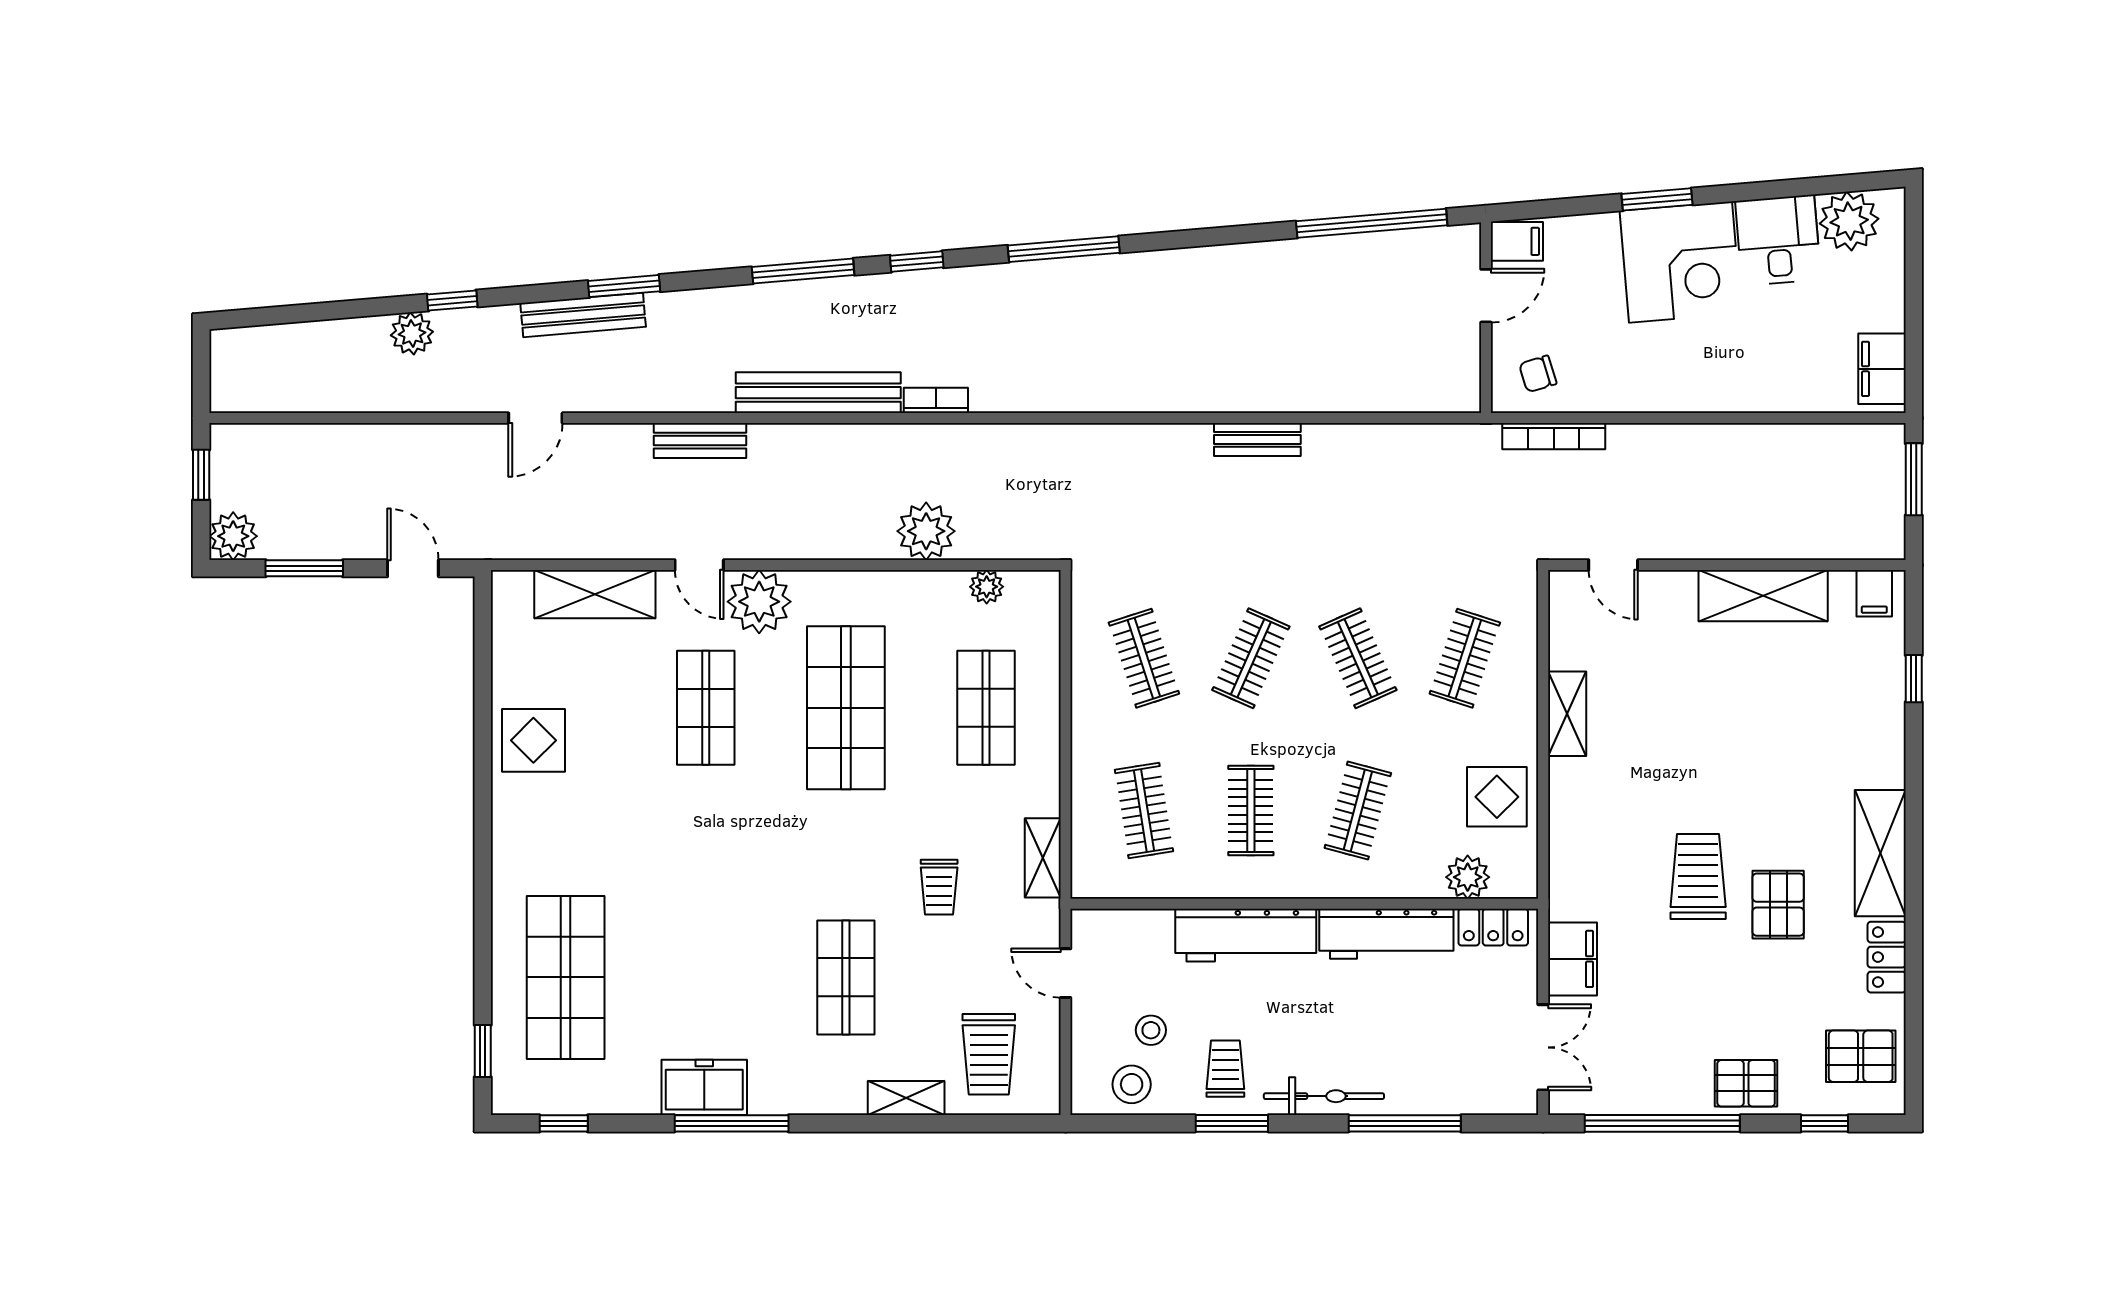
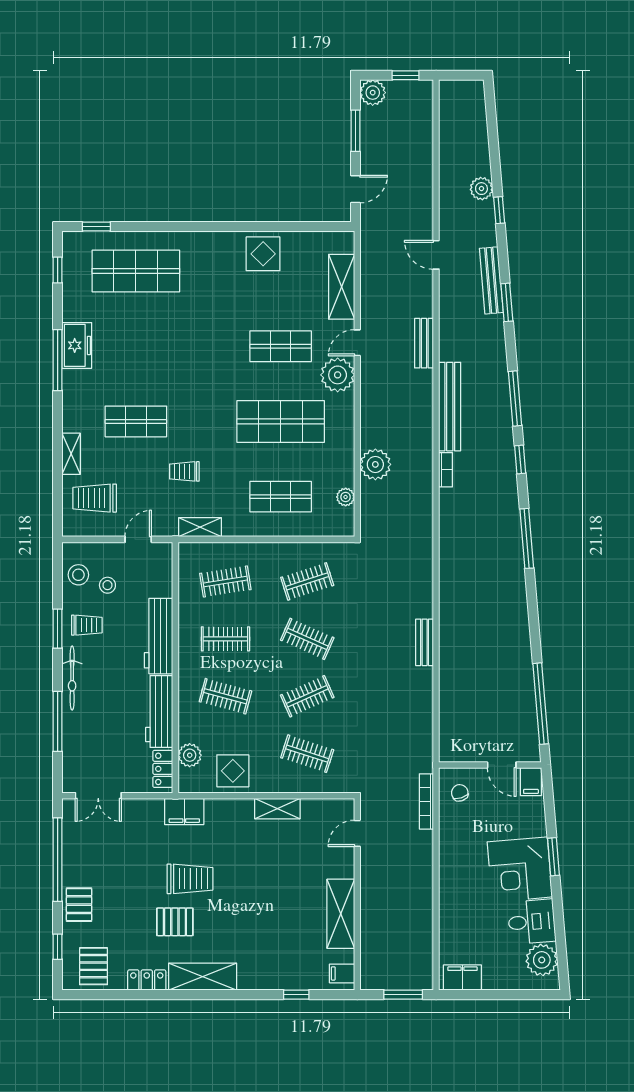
filing cabinet: (1572, 959) -> (184, 811), moved

